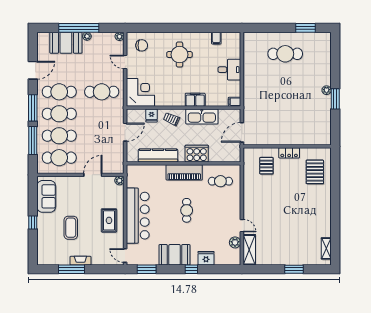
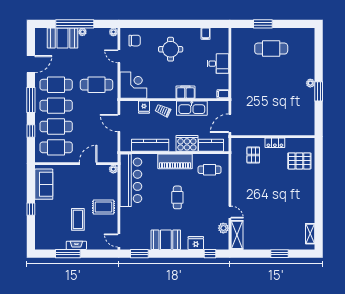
window: (306, 28) -> (263, 24), moved
door: (125, 132) -> (119, 123), swing flipped
window: (33, 141) -> (31, 131), width x0.46
kitchen counter: (222, 155) -> (211, 145), added
pallet: (315, 172) -> (299, 161), turned 90
bar counter: (138, 216) -> (131, 180), moved
rug: (109, 220) -> (103, 207), turned 90
coffee table: (71, 228) -> (78, 219), moved
window: (191, 269) -> (210, 254), moved

